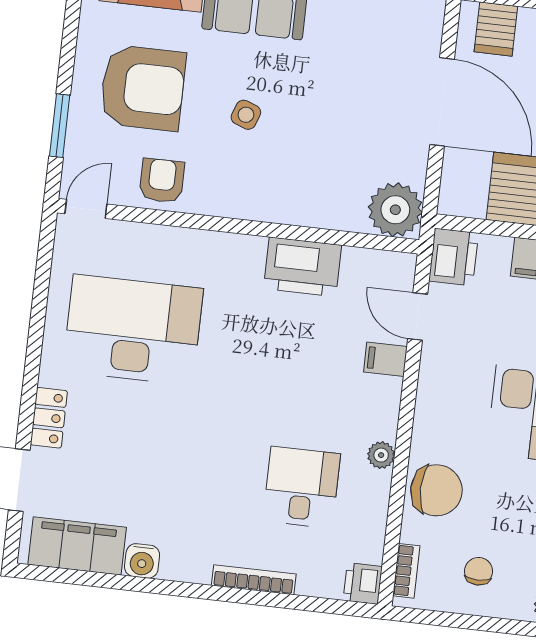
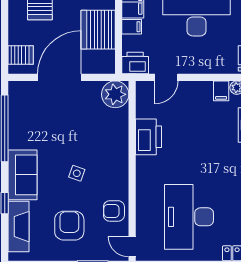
armchair: (143, 88) -> (69, 226), width x0.73, depth x0.73
filing cabinet: (385, 359) -> (221, 91), moved

